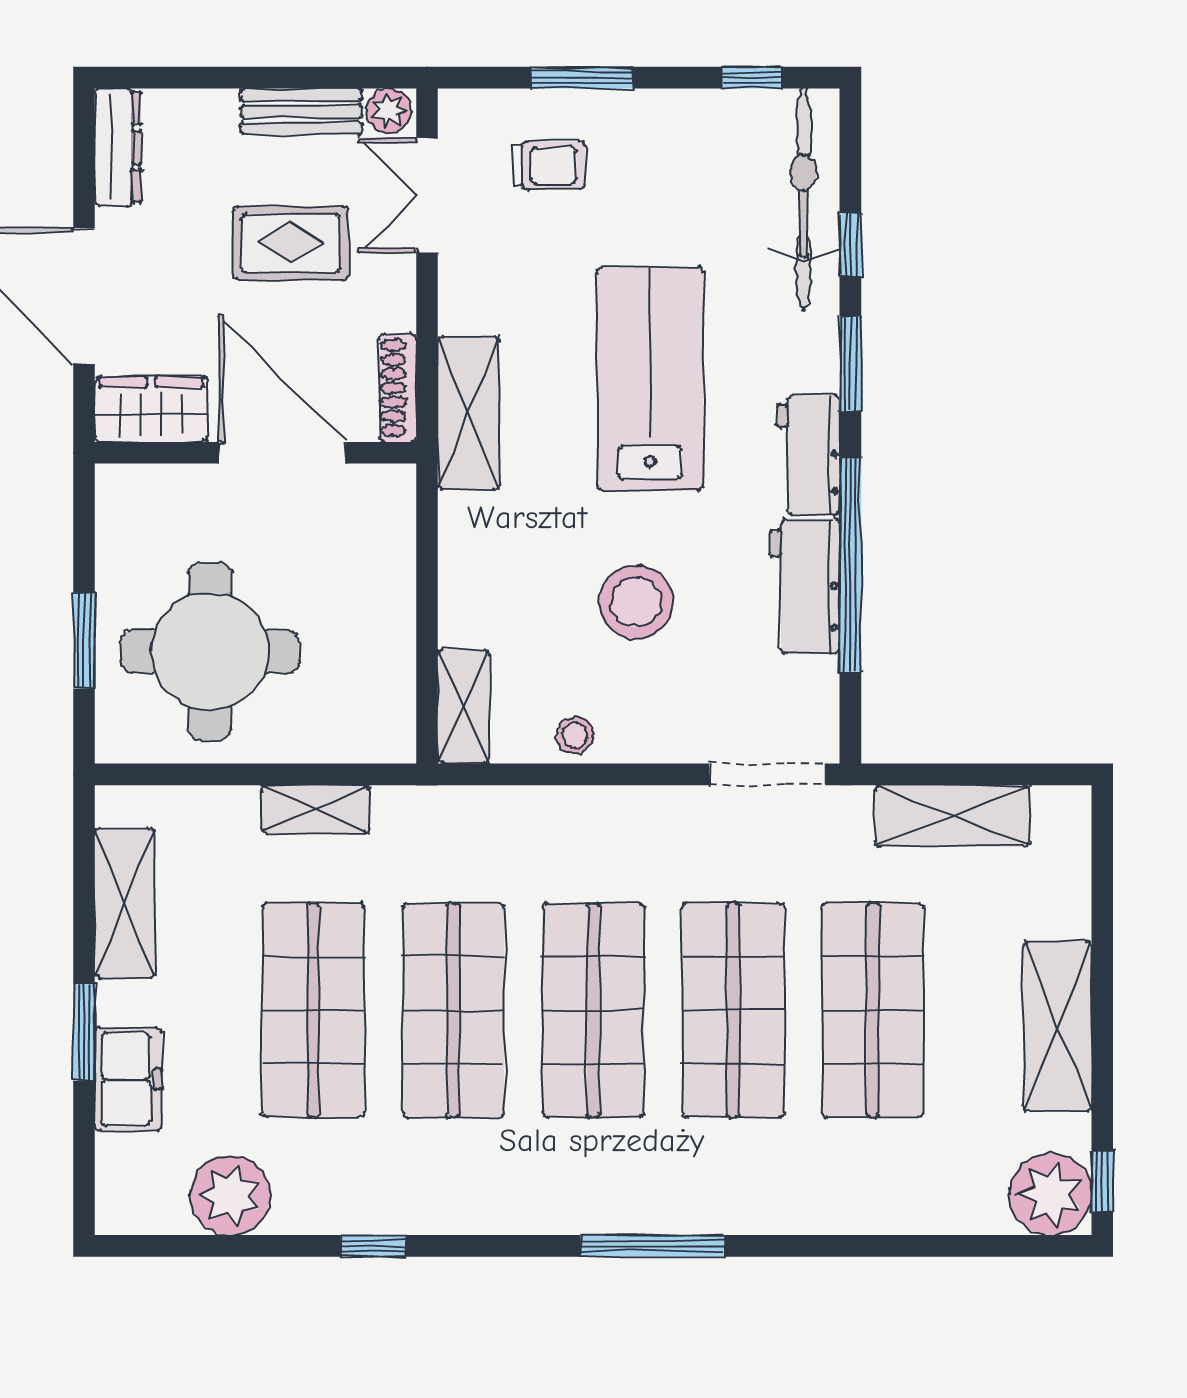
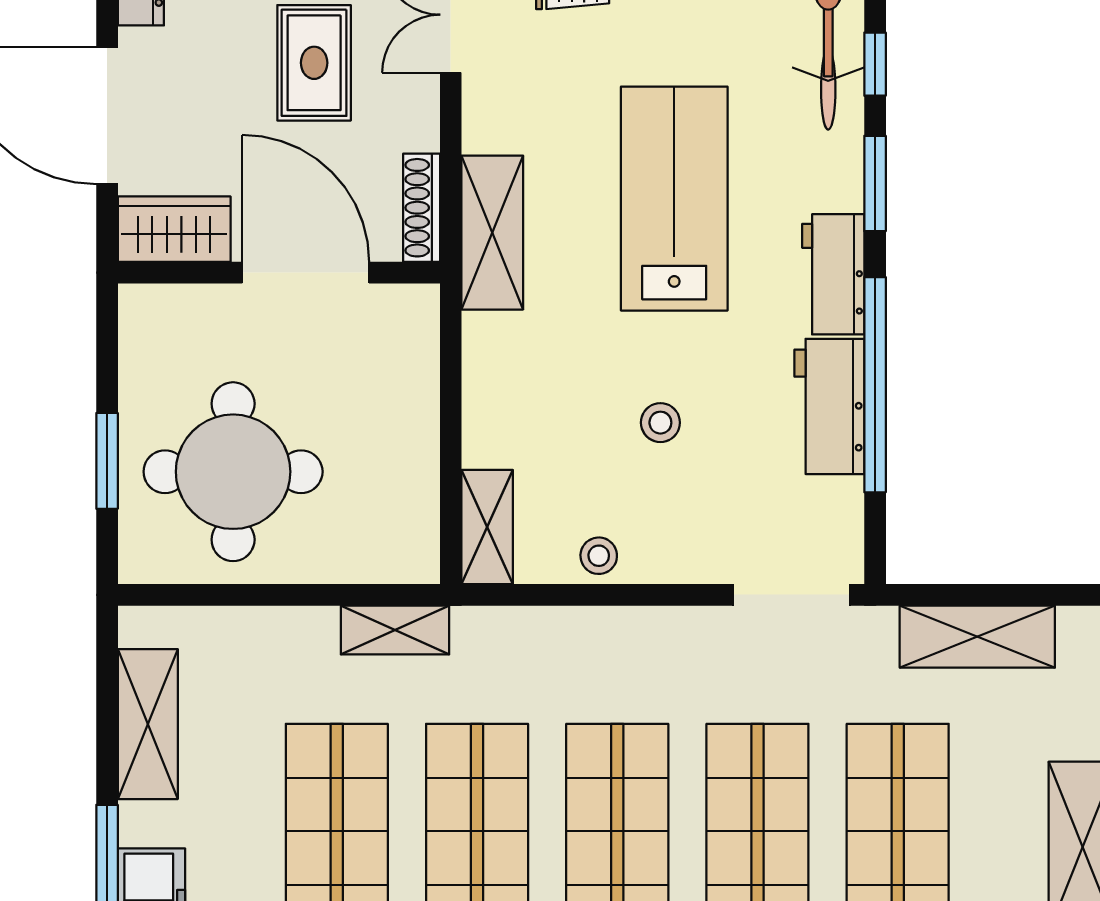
rug: (291, 243) -> (314, 63), turned 90
stool: (636, 602) -> (660, 423), width x0.53, depth x0.53
shelving: (316, 809) -> (395, 630), moved

